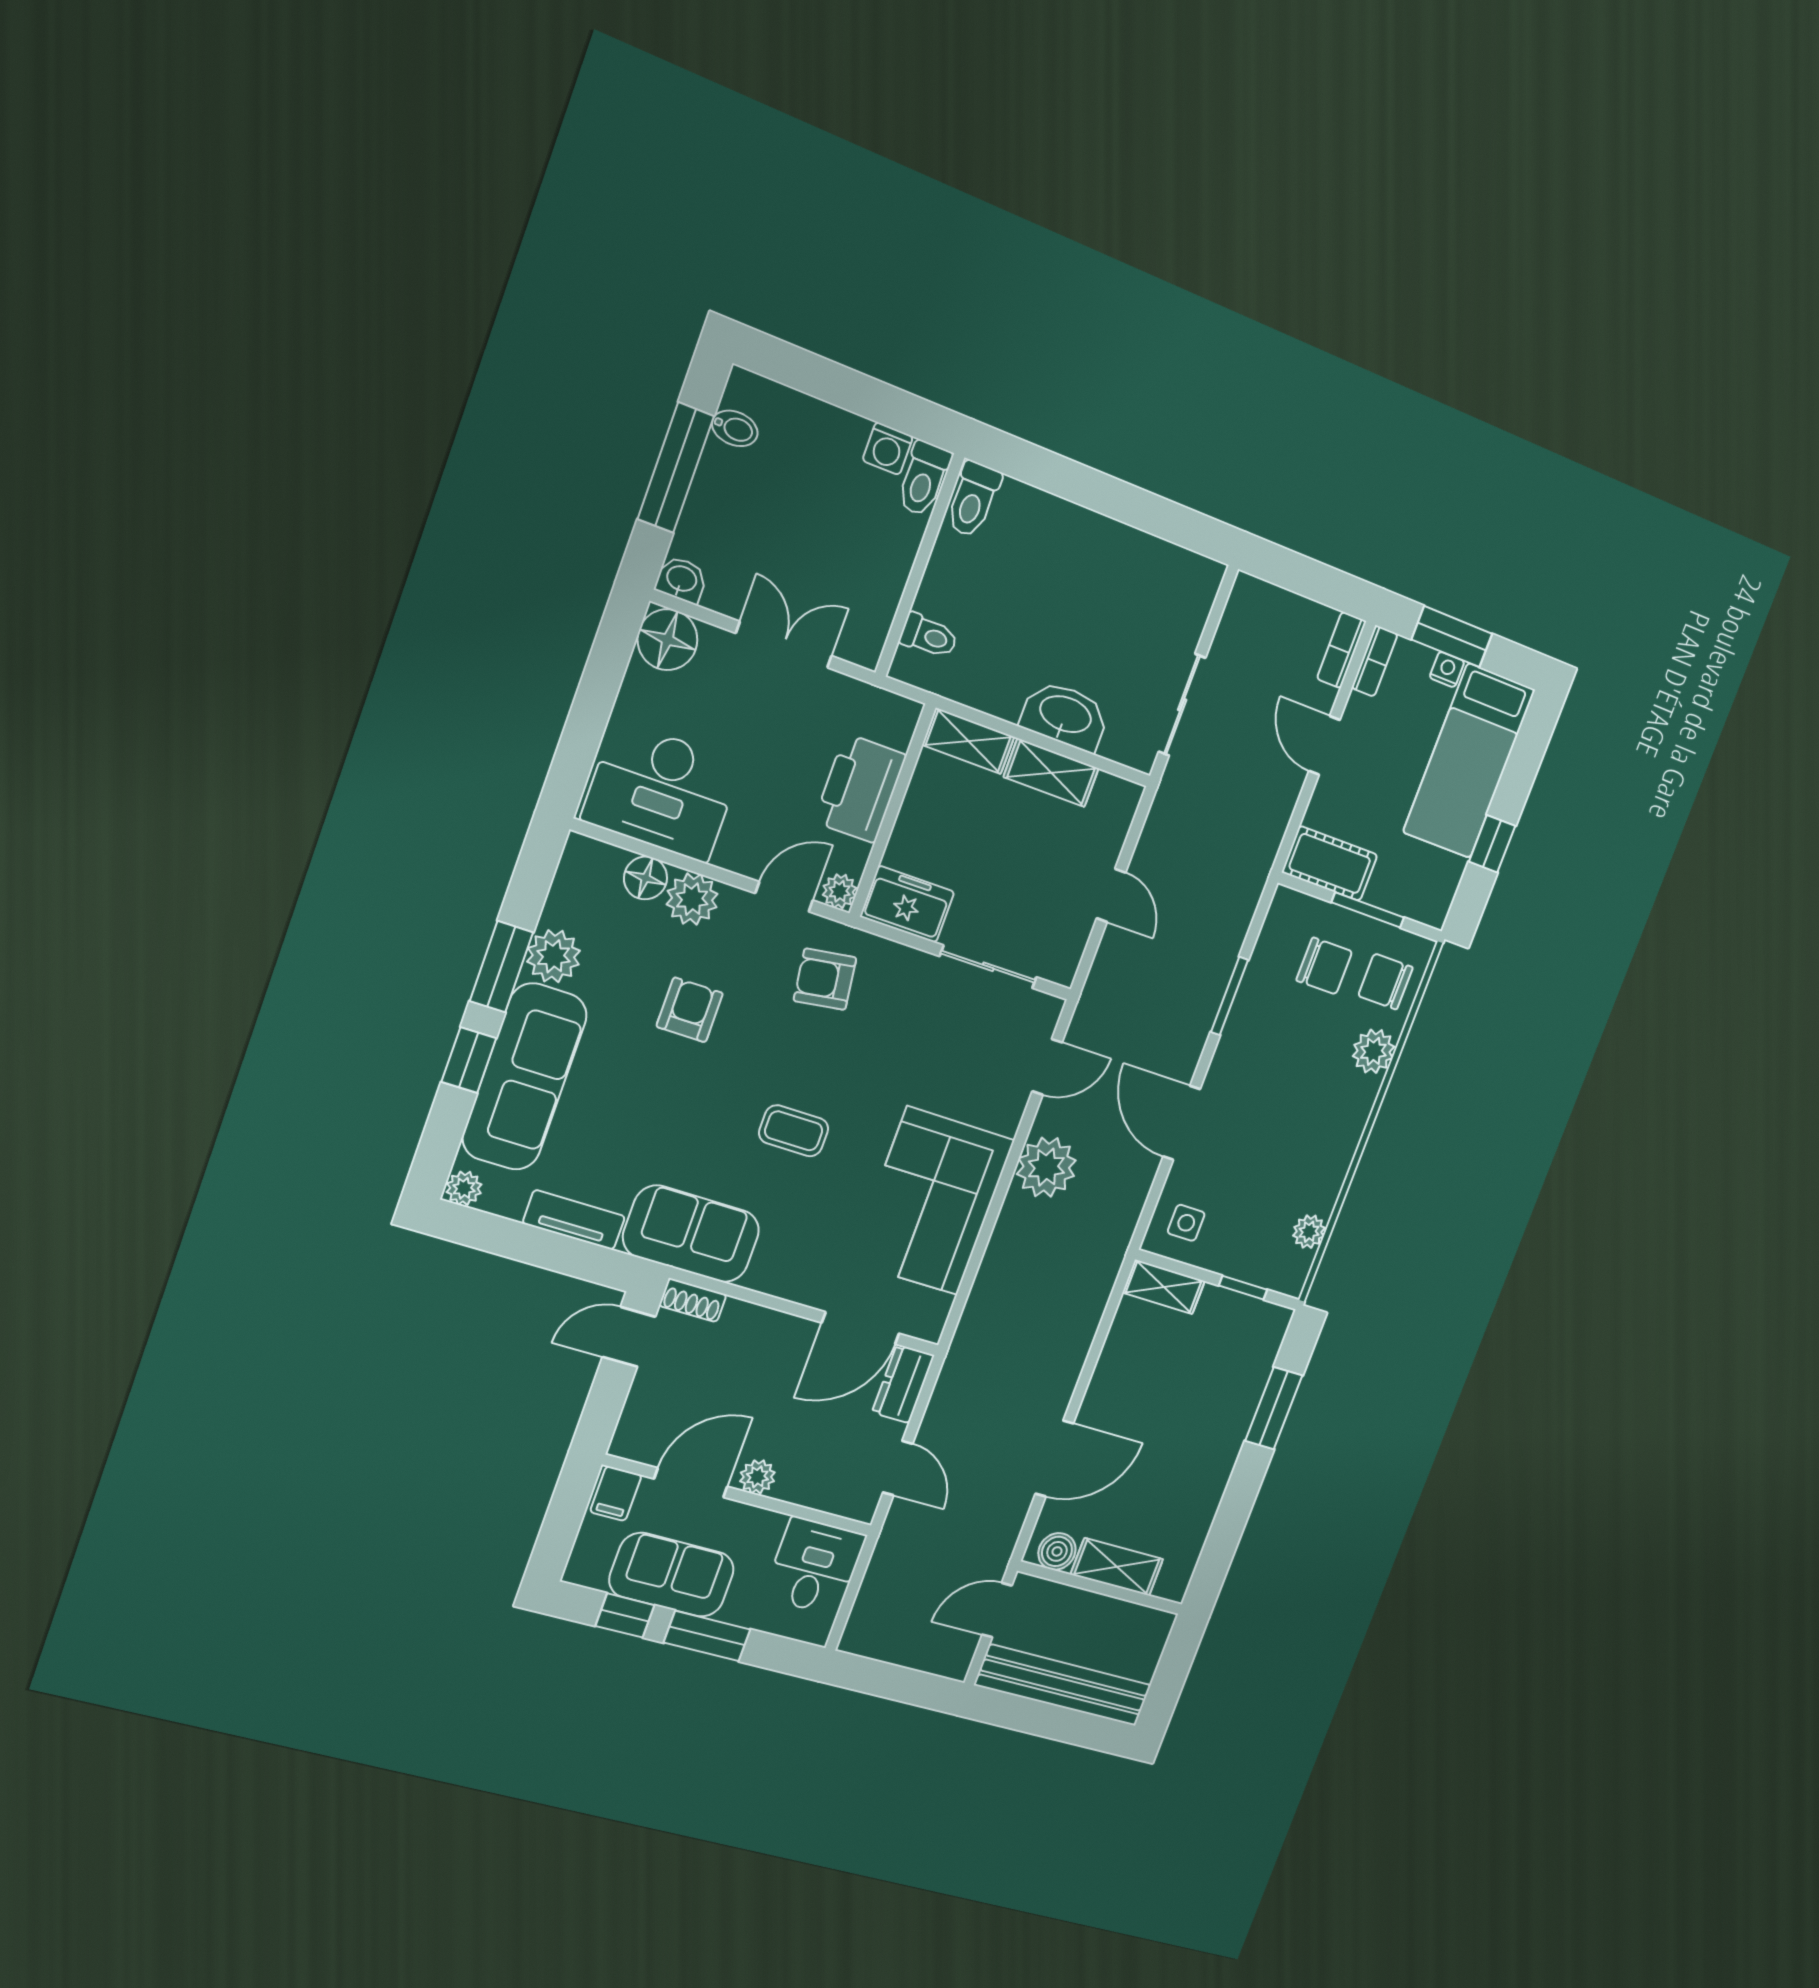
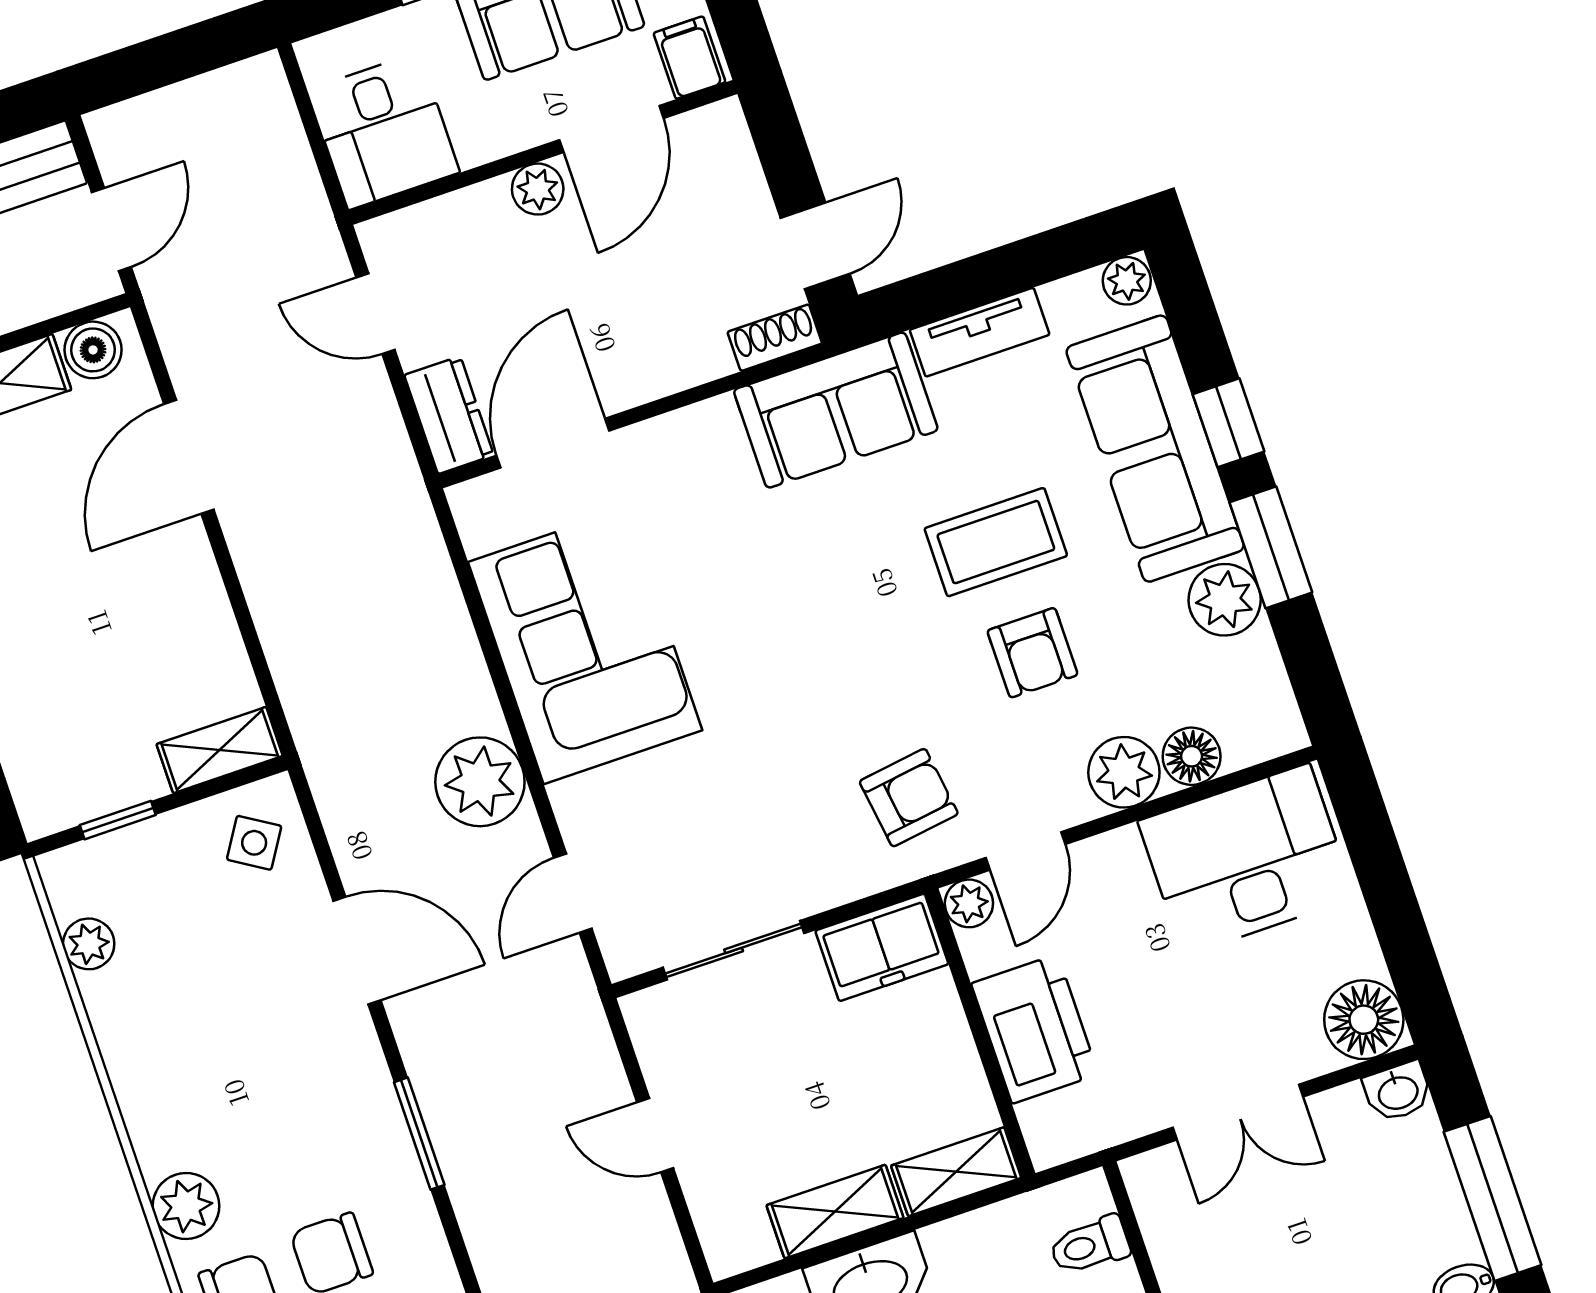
coffee table: (794, 1131) -> (996, 542), moved, width x1.36, depth x1.30
side table: (1186, 1223) -> (254, 843), turned 32

